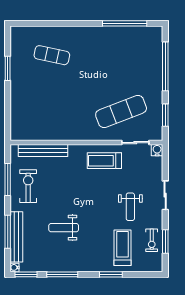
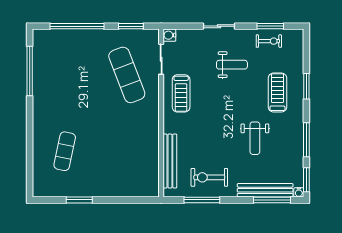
window: (8, 232) -> (272, 200), moved
treadmill: (123, 248) -> (277, 92), moved, turned 90

